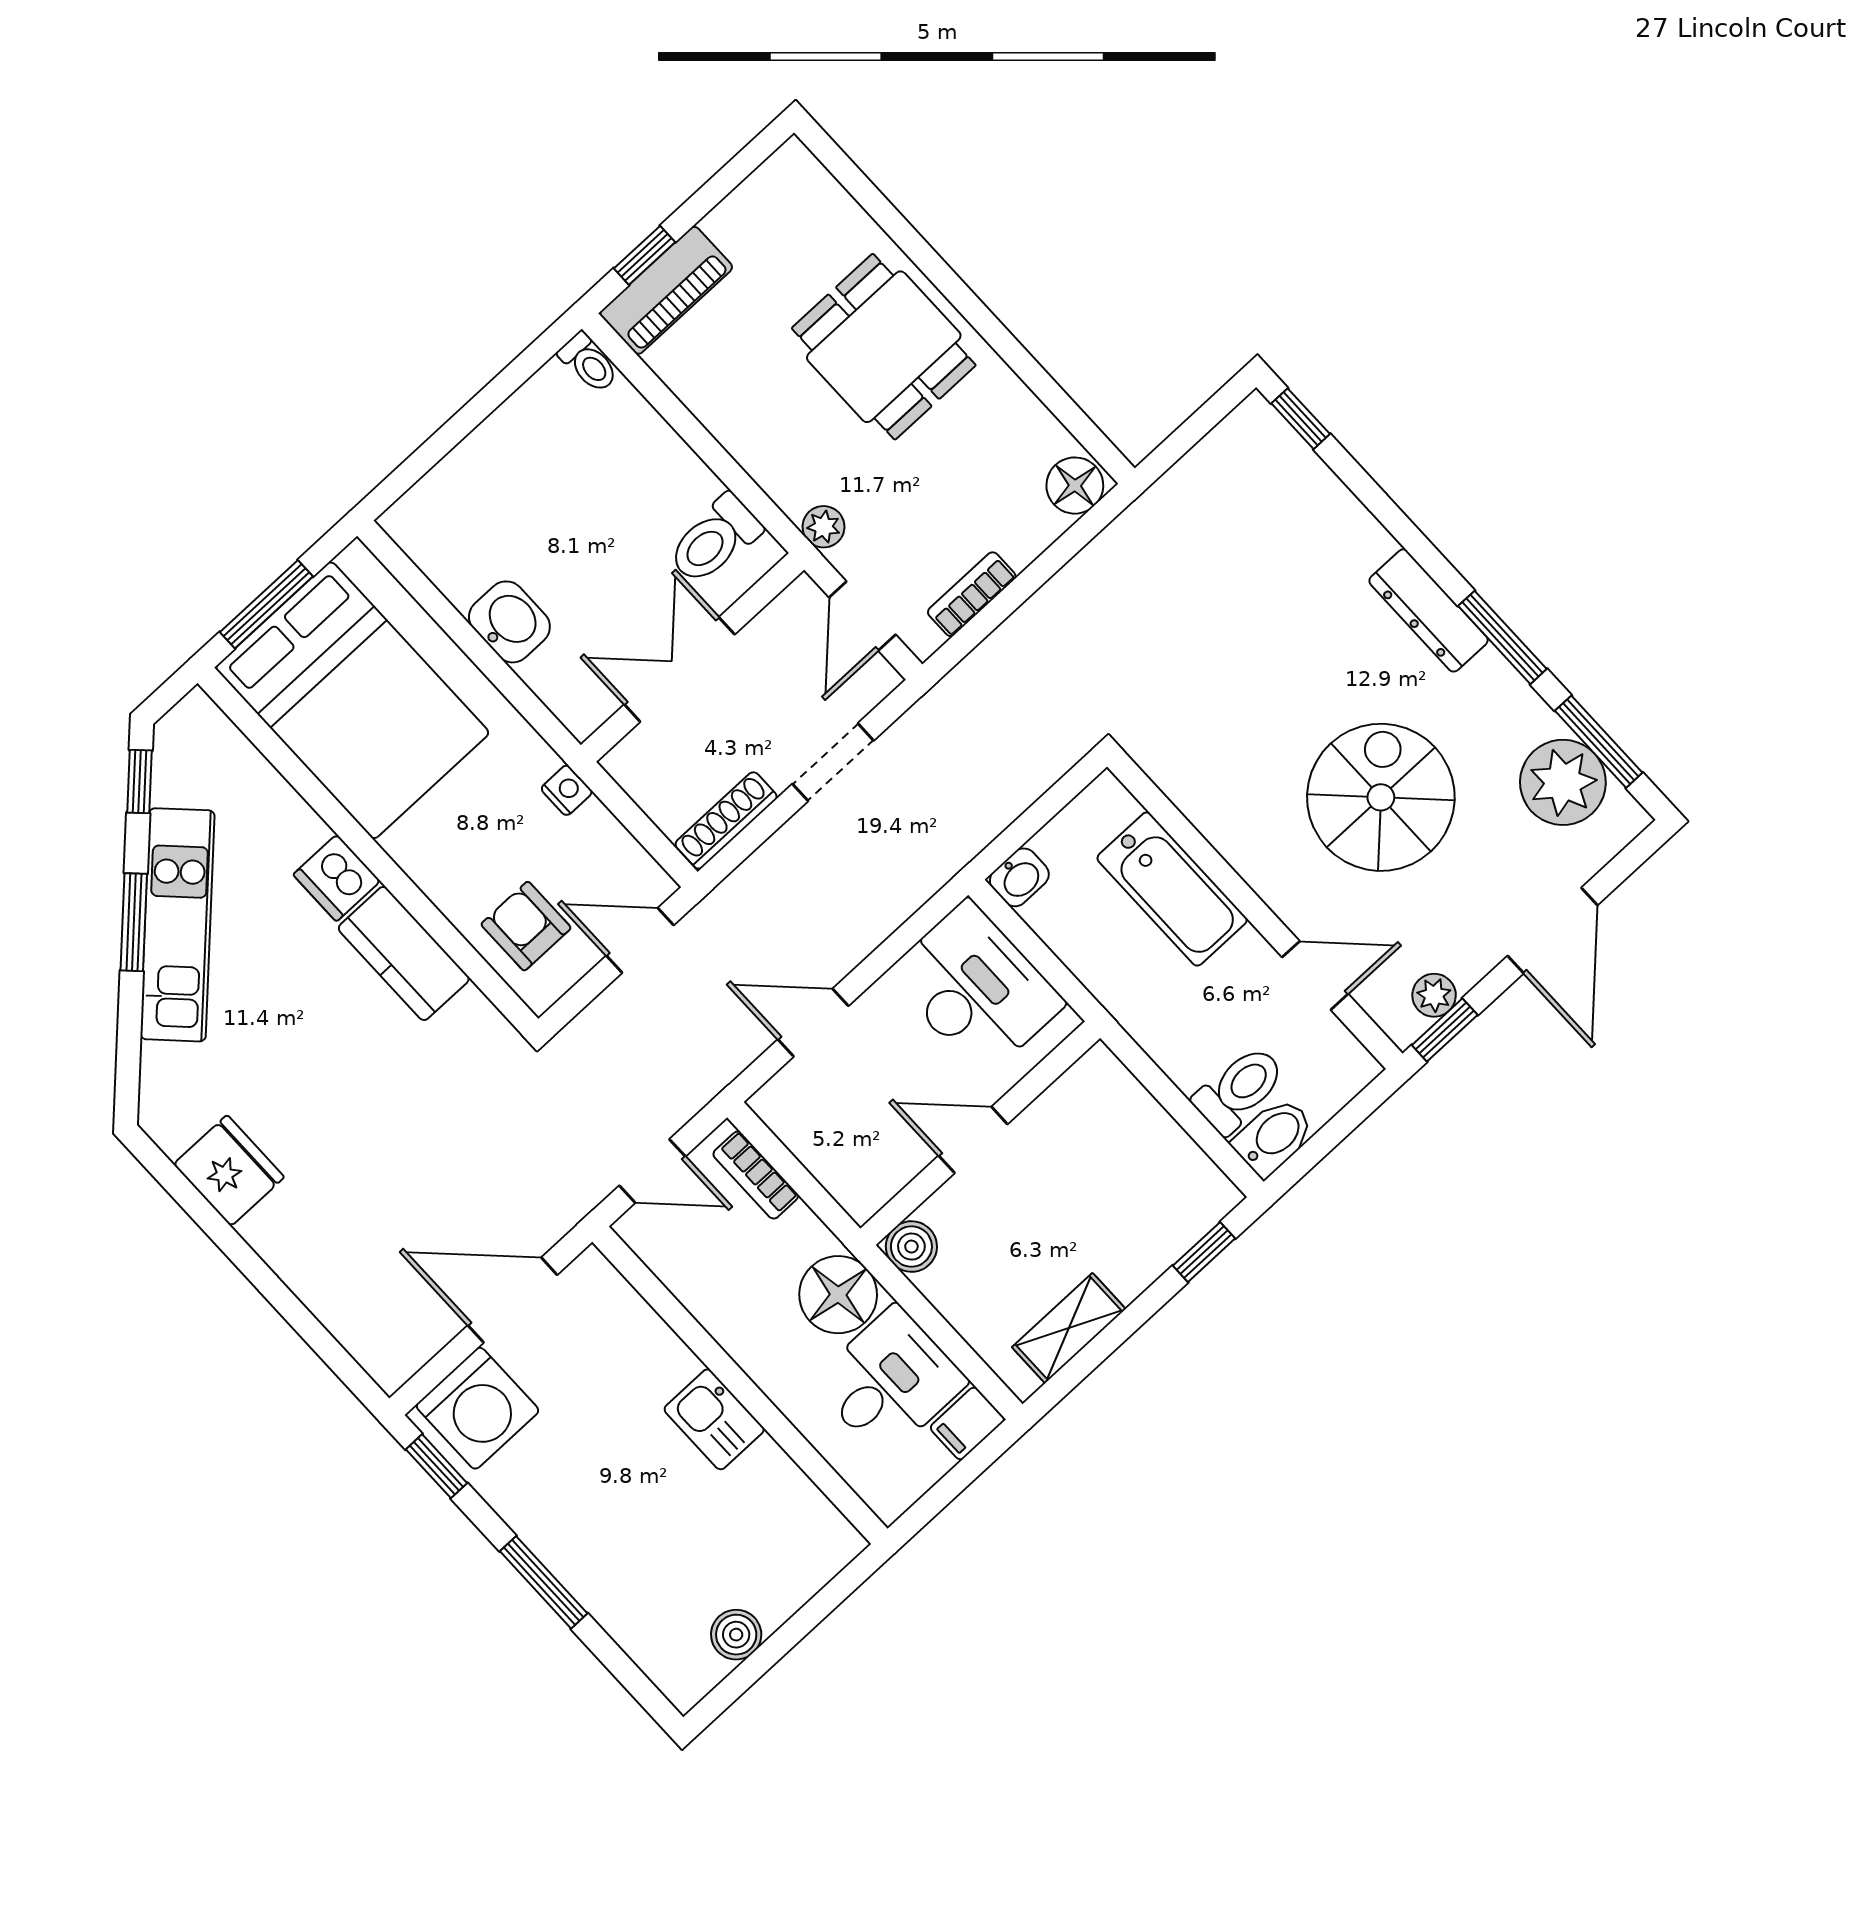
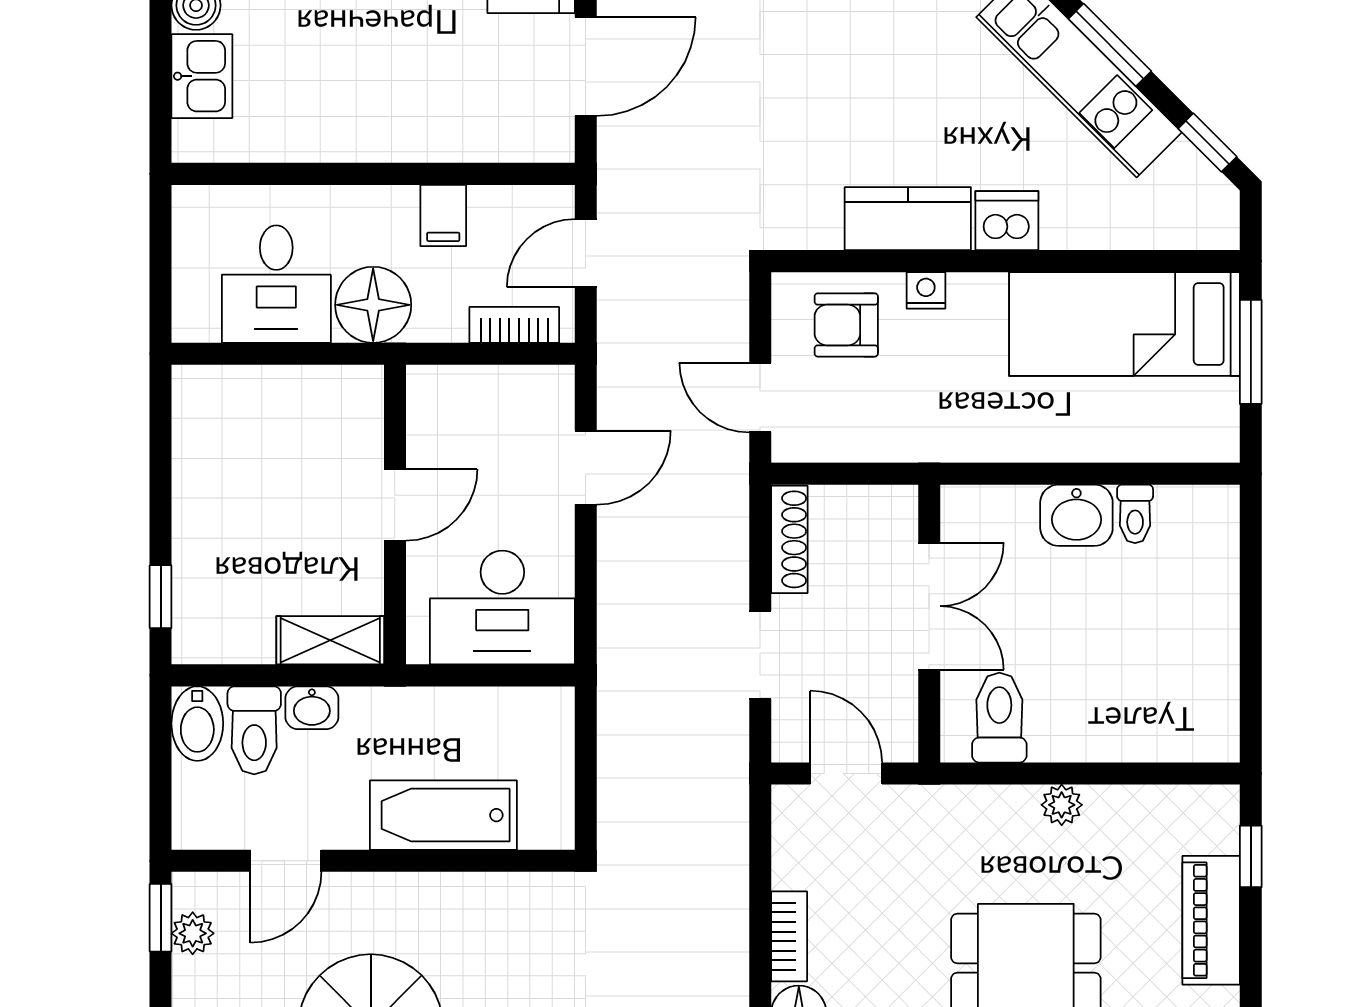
piano: (666, 290) -> (1211, 920), moved
toilet: (589, 363) -> (1135, 514), moved, turned -90
plant: (824, 527) -> (1062, 805), moved
bookcase: (972, 594) -> (789, 936), moved
bed: (352, 700) -> (1124, 324), width x0.67
nightstand: (567, 790) -> (926, 290), moved, turned 180
washbasin: (1019, 877) -> (312, 708), moved, turned -90
armchair: (526, 926) -> (846, 325), turned 180
door: (640, 940) -> (760, 398), swing flipped
boiler: (911, 1247) -> (359, 390), removed
shelving: (1069, 1328) -> (330, 640), moved, turned 90
kitchen sink: (714, 1419) -> (202, 76), moved, turned 90
filing cabinet: (967, 1423) -> (443, 215), moved, turned 180

